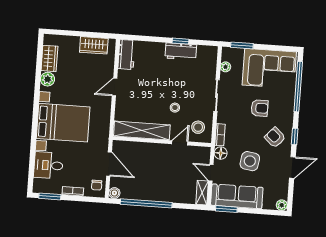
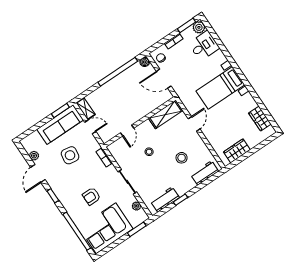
workbench: (181, 52) -> (165, 199), moved
workbench: (126, 54) -> (205, 173), moved, turned 90
plant: (48, 79) -> (199, 27), moved
door: (115, 87) -> (194, 124), moved
bed with nightstands: (63, 123) -> (220, 88), width x0.73
stool: (198, 127) -> (182, 158), moved
shelving: (142, 131) -> (165, 114), width x0.68
armchair: (275, 137) -> (66, 185), removed
floor lamp: (221, 153) -> (94, 145), removed
plant: (282, 205) -> (34, 156), moved

